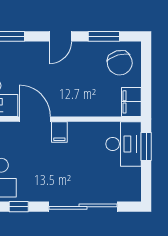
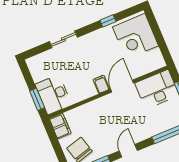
door: (35, 119) -> (122, 86), swing flipped
sliding door: (83, 207) -> (63, 39), width x0.54

